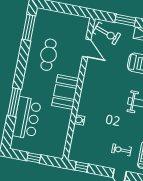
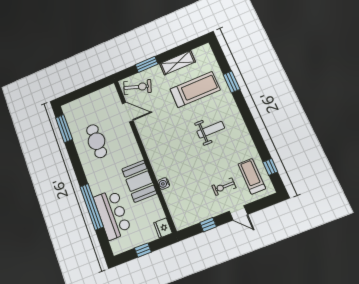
booth: (65, 92) -> (139, 181), moved
window: (14, 102) -> (92, 207), width x1.46
fridge: (58, 151) -> (163, 228), added
window: (82, 167) -> (208, 225), moved

